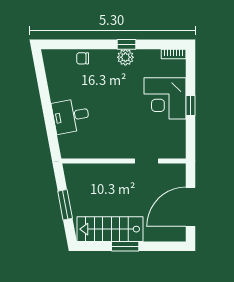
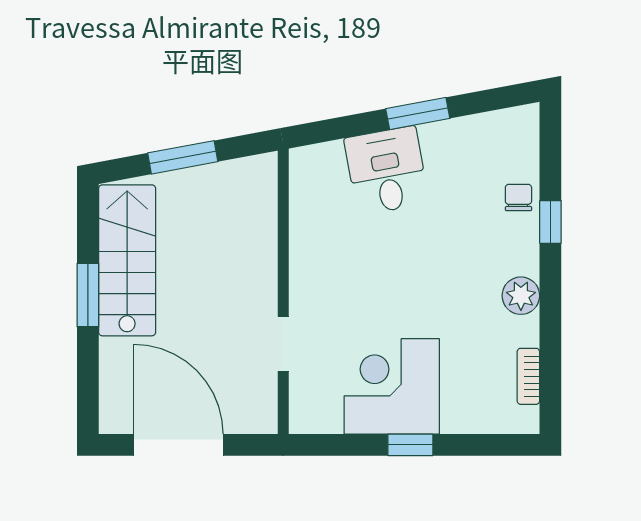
window: (127, 44) -> (550, 222), moved
bookcase: (174, 54) -> (528, 376), moved
corner desk: (165, 98) -> (392, 386), moved
window: (46, 102) -> (418, 113), added

